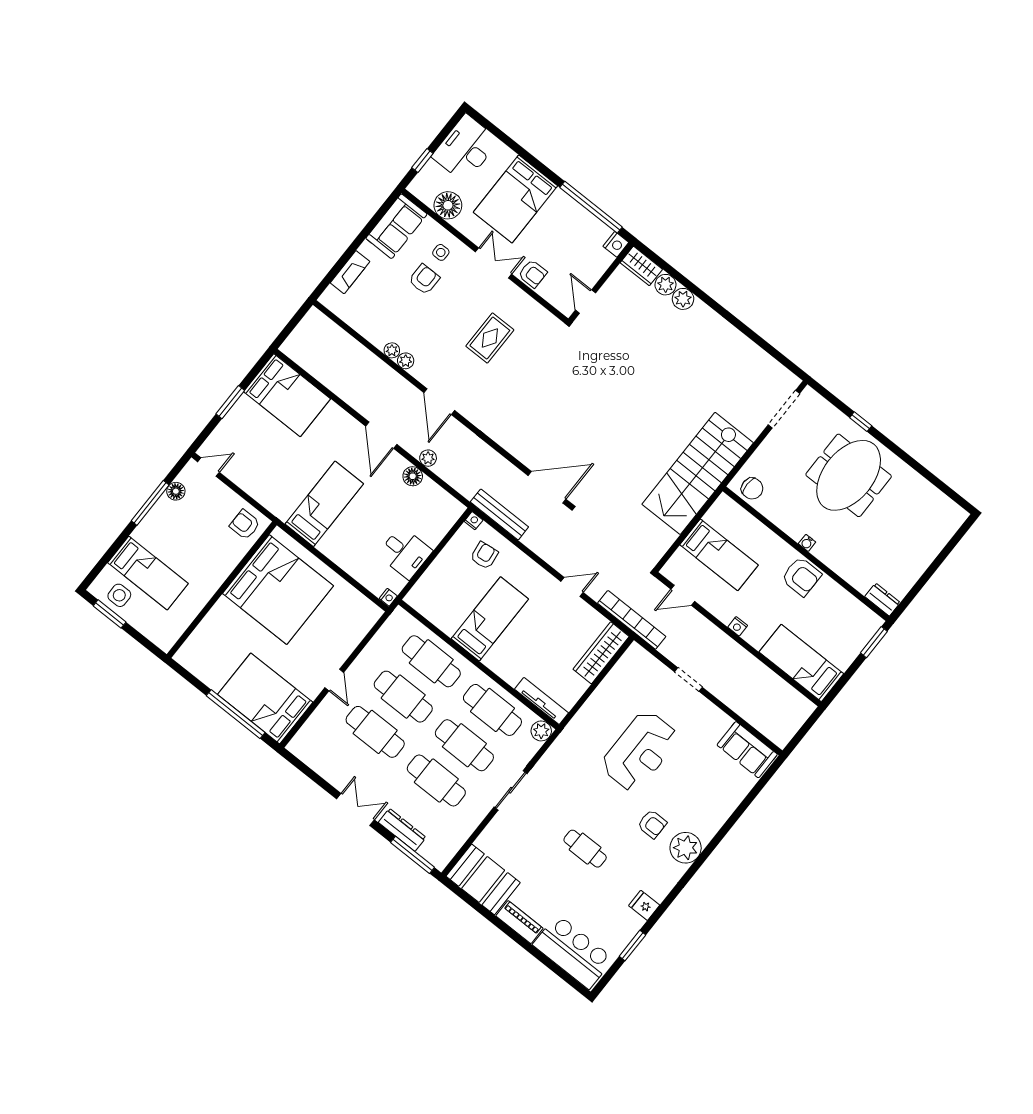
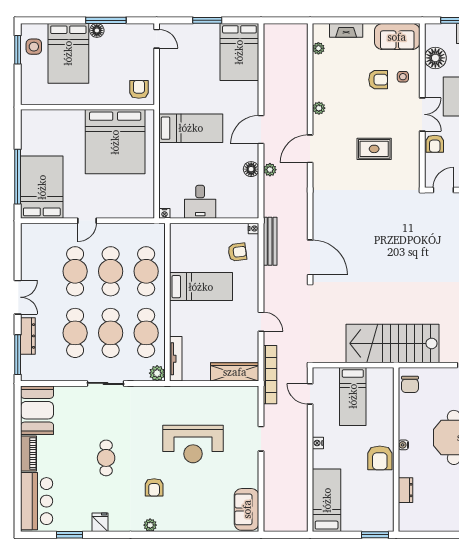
plant: (392, 350) -> (318, 48), moved
floor lamp: (176, 491) -> (97, 30), moved
bed: (148, 573) -> (68, 53), width x1.50
dresser: (882, 599) -> (405, 490), moved
plant: (686, 848) -> (150, 525), width x0.53, depth x0.53

